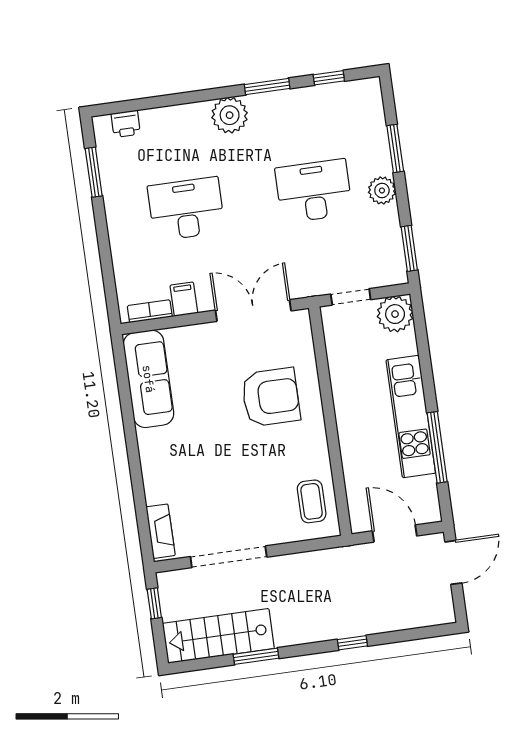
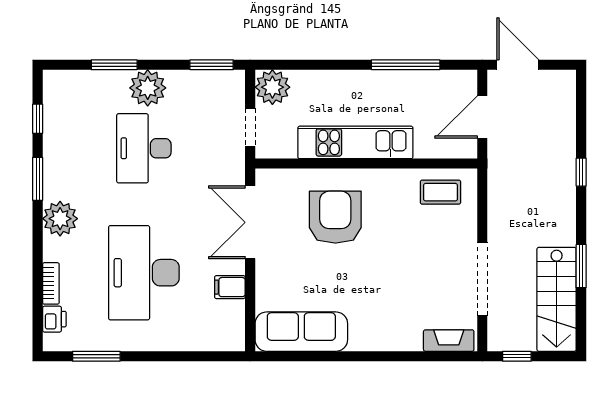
plant: (382, 190) -> (148, 88), width x1.36, depth x1.36
desk: (186, 209) -> (144, 273), width x1.36, depth x1.30
bookcase: (150, 311) -> (51, 283), moved, turned 180
kitchen unit: (411, 417) -> (355, 142), moved, turned 180

